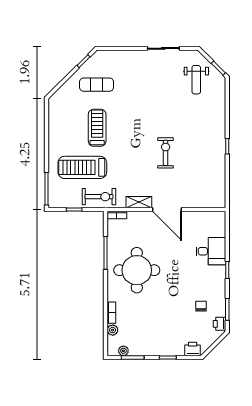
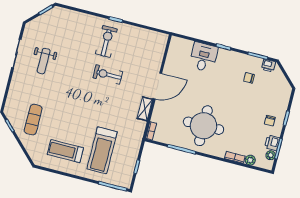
weight bench: (196, 80) -> (44, 61), moved, turned 90
treadmill: (97, 128) -> (65, 151), moved
exercise bike: (99, 197) -> (106, 41), moved
chair: (160, 340) -> (270, 121), added
printer: (193, 349) -> (272, 143), moved

